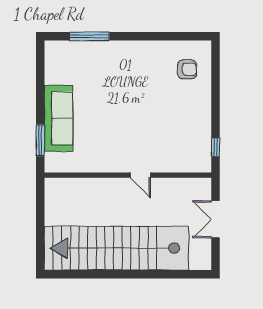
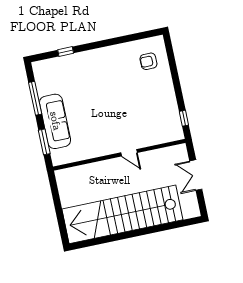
window: (89, 36) -> (66, 52), width x0.46
armchair: (187, 69) -> (148, 61), turned 180
window: (40, 85) -> (35, 98), added

